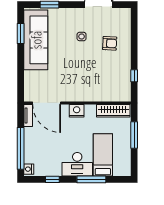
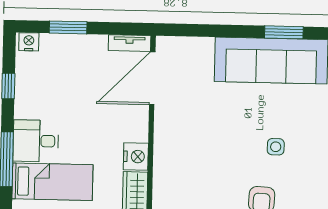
nightstand: (77, 111) -> (136, 157), moved
window: (21, 148) -> (68, 27), width x0.47
desk: (77, 164) -> (36, 141), width x0.73

